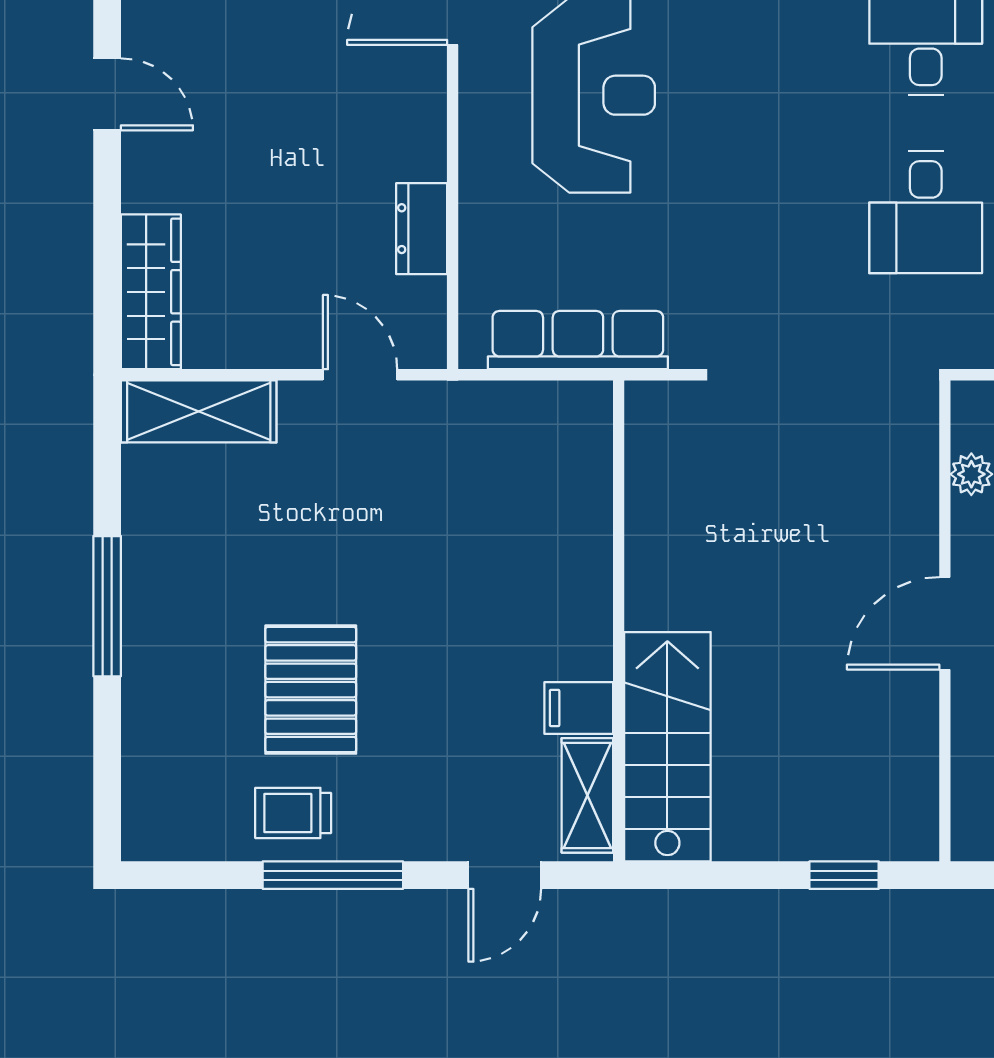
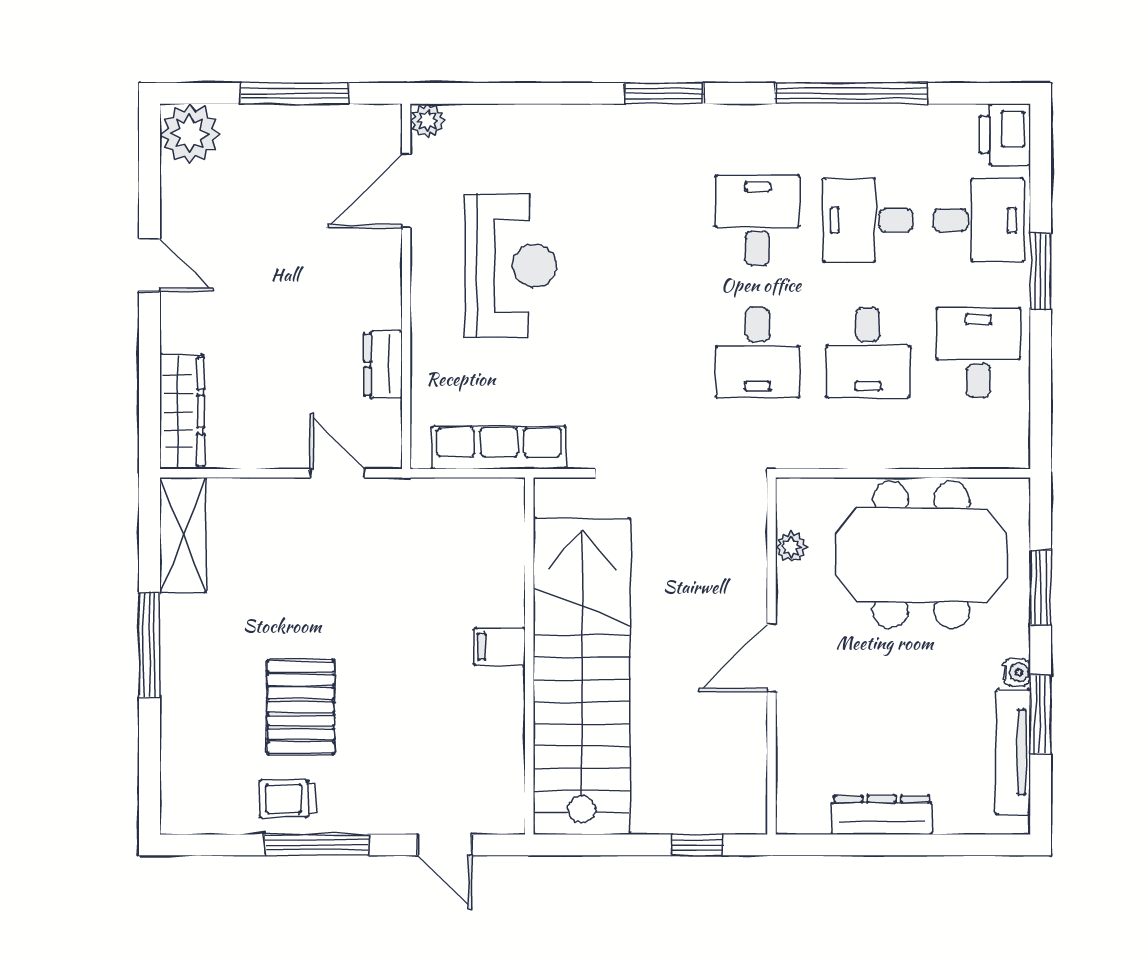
shelving: (199, 411) -> (183, 535), moved, turned 90
filing cabinet: (579, 708) -> (500, 647), moved
stairs: (667, 747) -> (582, 676), width x1.86, depth x1.51
shelving: (587, 795) -> (506, 786), removed
door: (505, 875) -> (445, 845), hinge flipped

